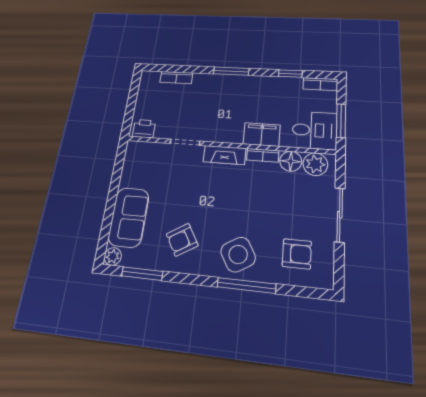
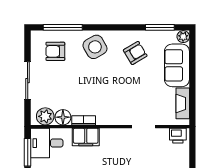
fireplace: (225, 155) -> (183, 103), moved, turned -90
window: (246, 285) -> (63, 27), moved

